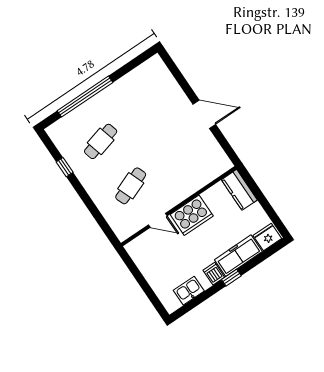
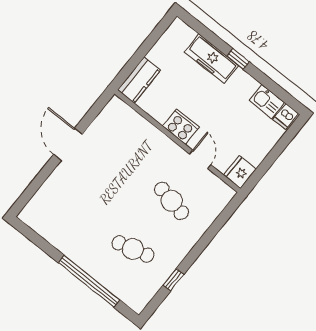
cafe table: (131, 186) -> (172, 201), turned 33
cooker: (192, 215) -> (181, 127), width x0.73, depth x0.76
fridge: (267, 237) -> (240, 172), moved, turned 90
dishwasher: (214, 274) -> (286, 116), moved

